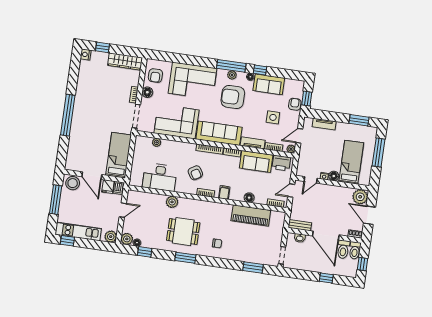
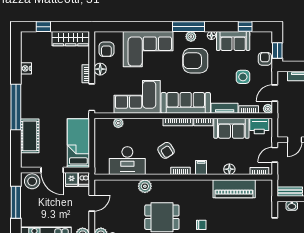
nightstand: (86, 55) -> (26, 68), moved
window: (260, 70) -> (245, 27), moved
cot: (76, 143) -> (30, 136), added

